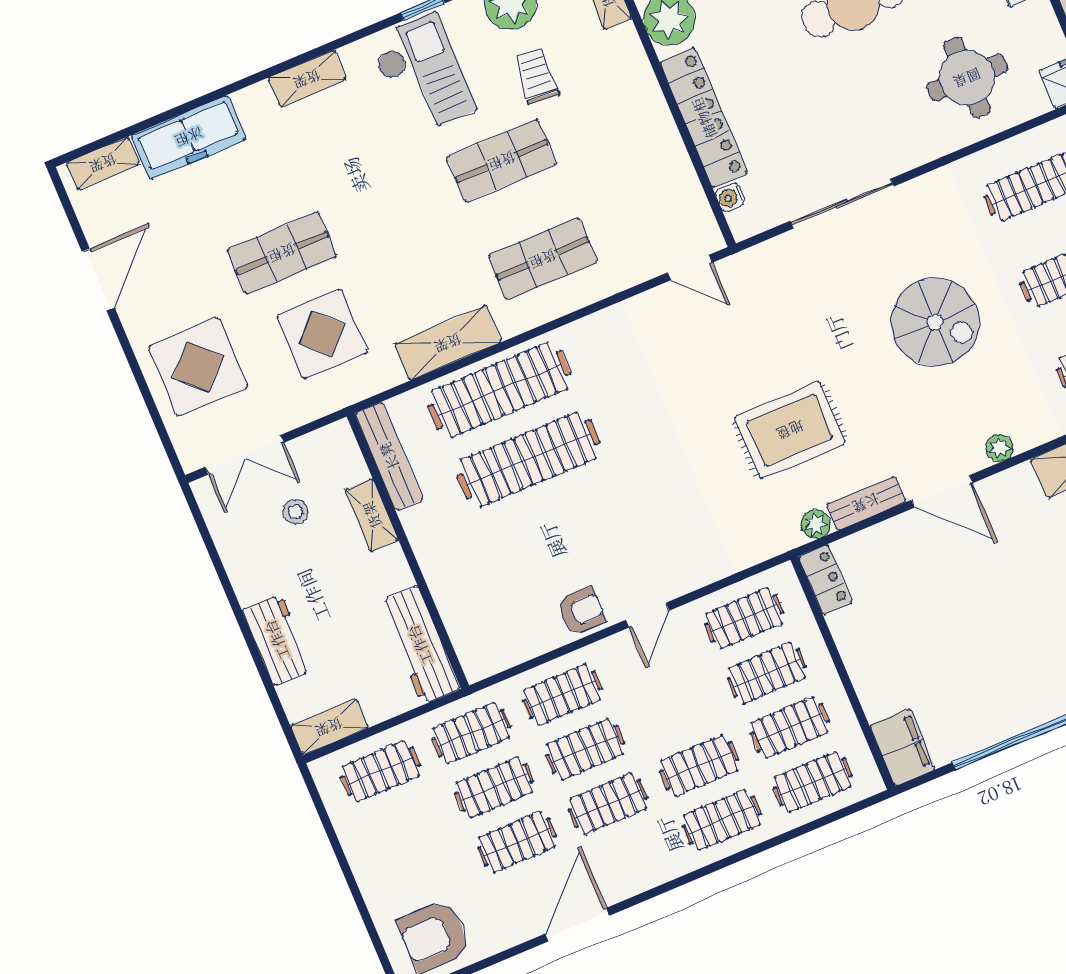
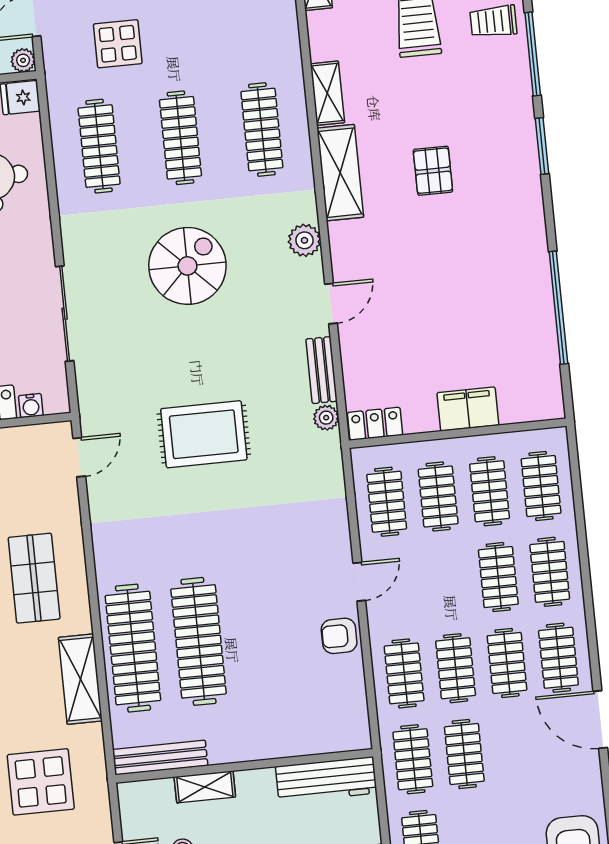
rug: (790, 430) -> (204, 434), moved, turned 90
plant: (1000, 448) -> (304, 240), width x1.38, depth x1.38
door: (942, 491) -> (331, 304), width x0.73
armchair: (582, 611) -> (339, 636), turned -90
door: (647, 615) -> (359, 582), hinge flipped
filing cabinet: (902, 747) -> (468, 409), moved
clothes rail: (517, 842) -> (558, 658), moved

